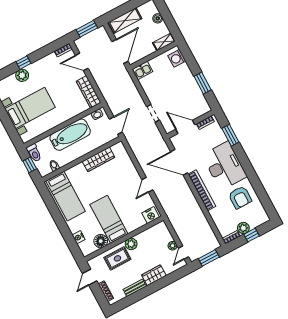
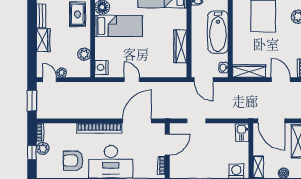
door: (82, 62) -> (281, 80), hinge flipped
plant: (131, 244) -> (84, 54), moved

